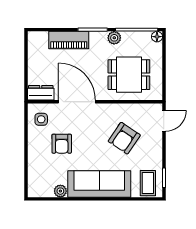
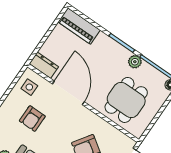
piano: (69, 40) -> (79, 26), moved
dining table: (129, 75) -> (126, 100), turned 90

